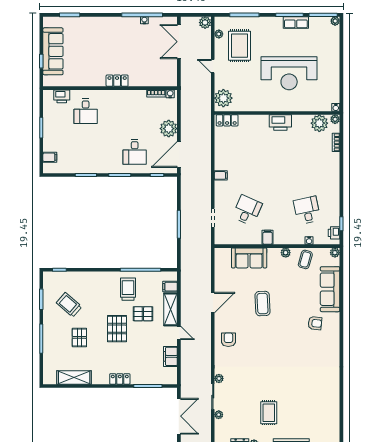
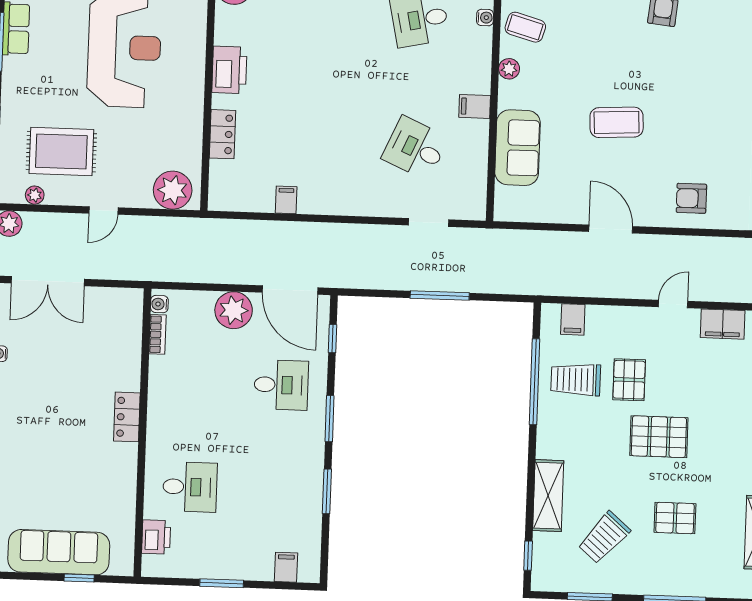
locker: (227, 120) -> (223, 134), moved
filing cabinet: (221, 175) -> (286, 200), moved
trolley: (128, 289) -> (576, 380), moved
shelving: (171, 309) -> (548, 496), moved, turned 90

